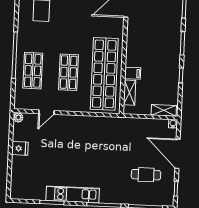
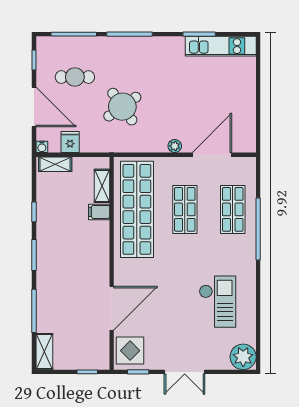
door: (46, 112) -> (212, 155), width x1.88
plant: (18, 117) -> (175, 146), moved
fridge: (20, 148) -> (70, 142), moved, turned 90
round table: (112, 151) -> (122, 107), added
kitchen unit: (73, 194) -> (221, 46), moved

